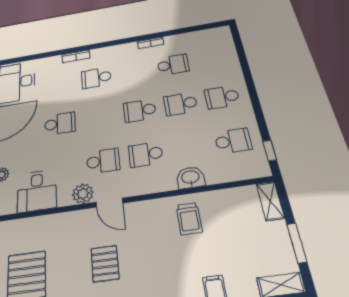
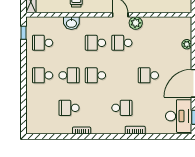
school desk: (222, 97) -> (43, 75), turned 180
school desk: (140, 111) -> (95, 75), turned 180
school desk: (146, 154) -> (95, 43), turned 180
desk: (37, 191) -> (164, 29), removed

